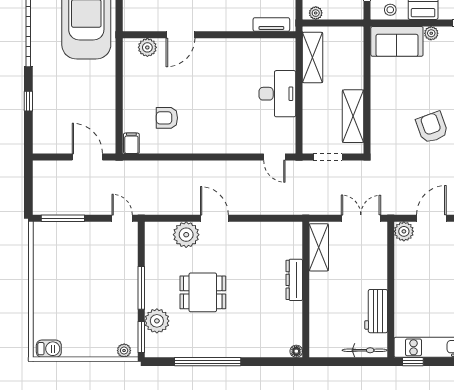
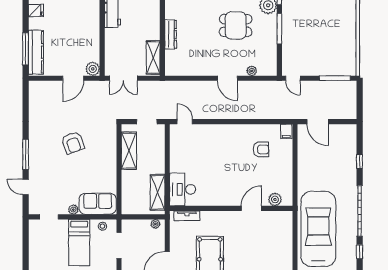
desk: (277, 94) -> (183, 189), moved
plant: (186, 235) -> (252, 71), width x0.53, depth x0.53

